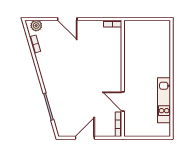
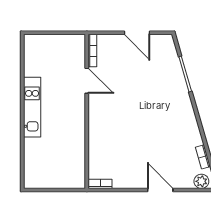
kitchen unit: (164, 100) -> (32, 107), moved
door: (85, 138) -> (137, 33), hinge flipped

